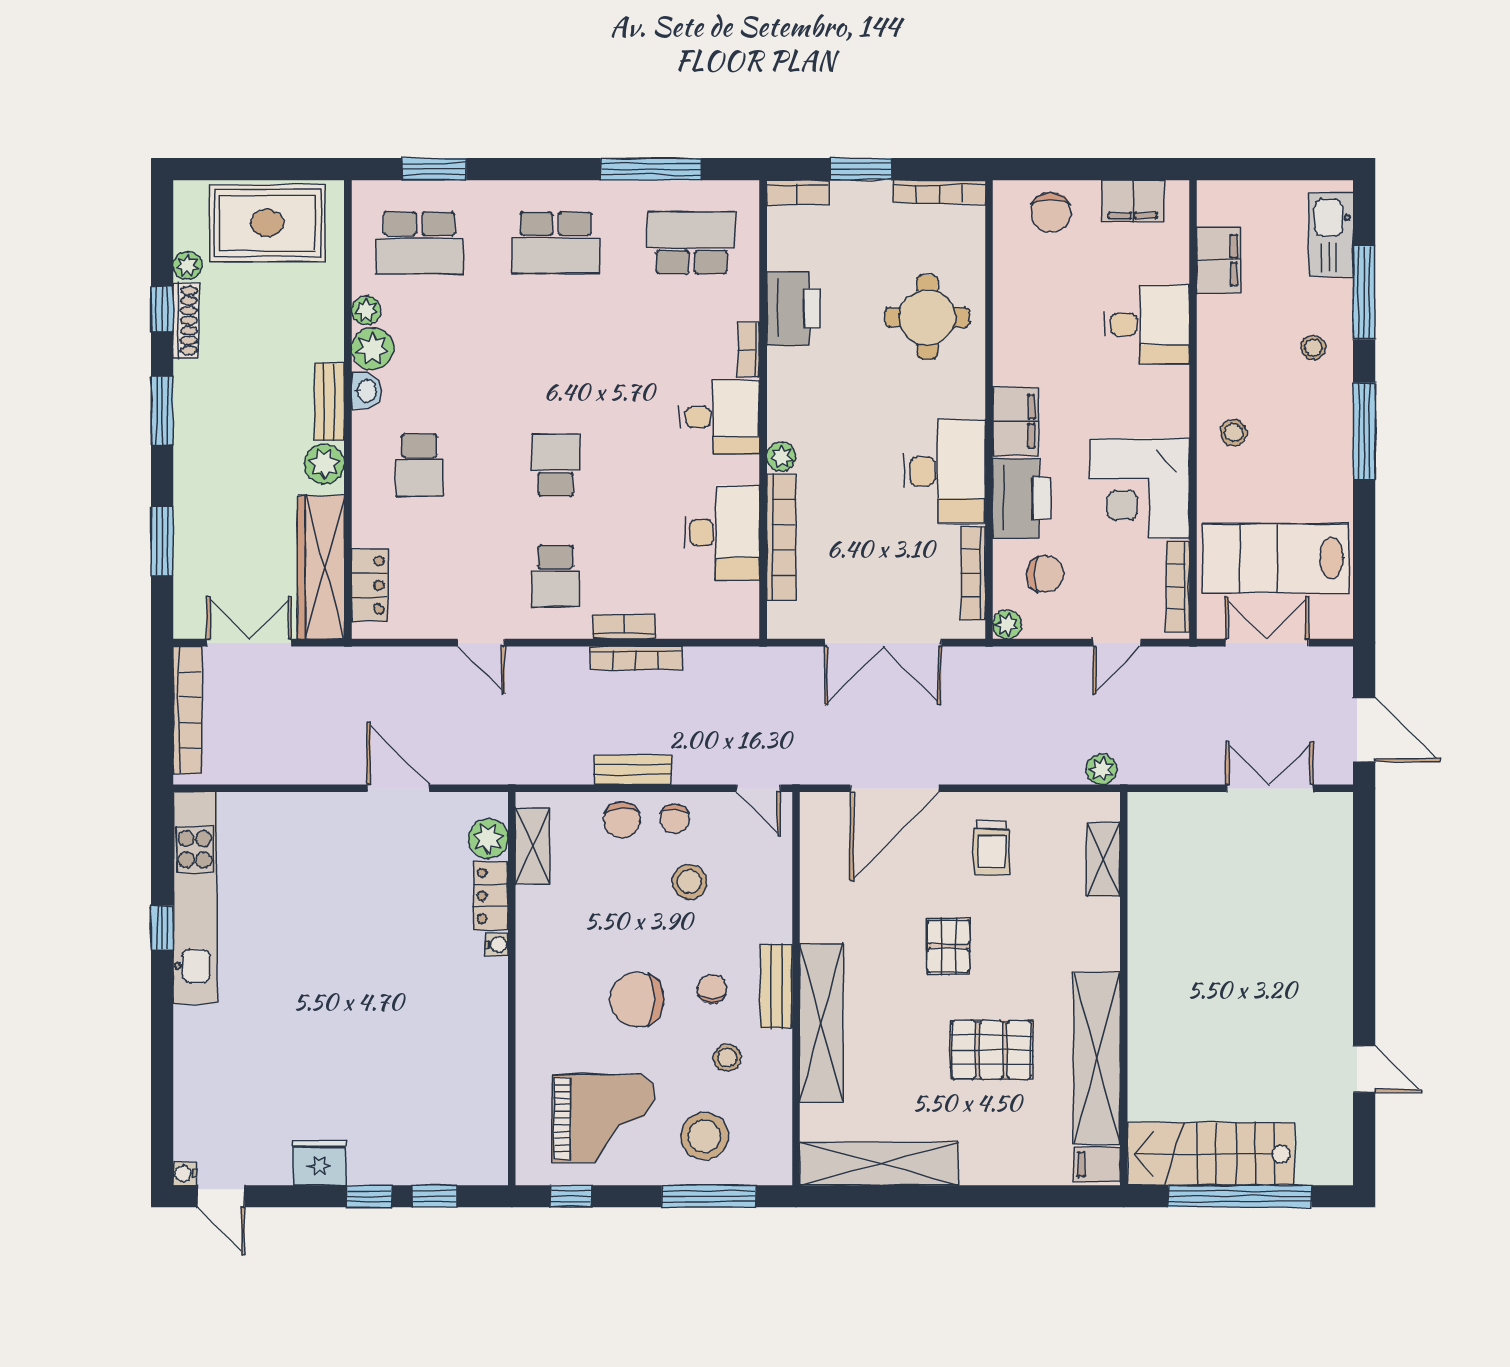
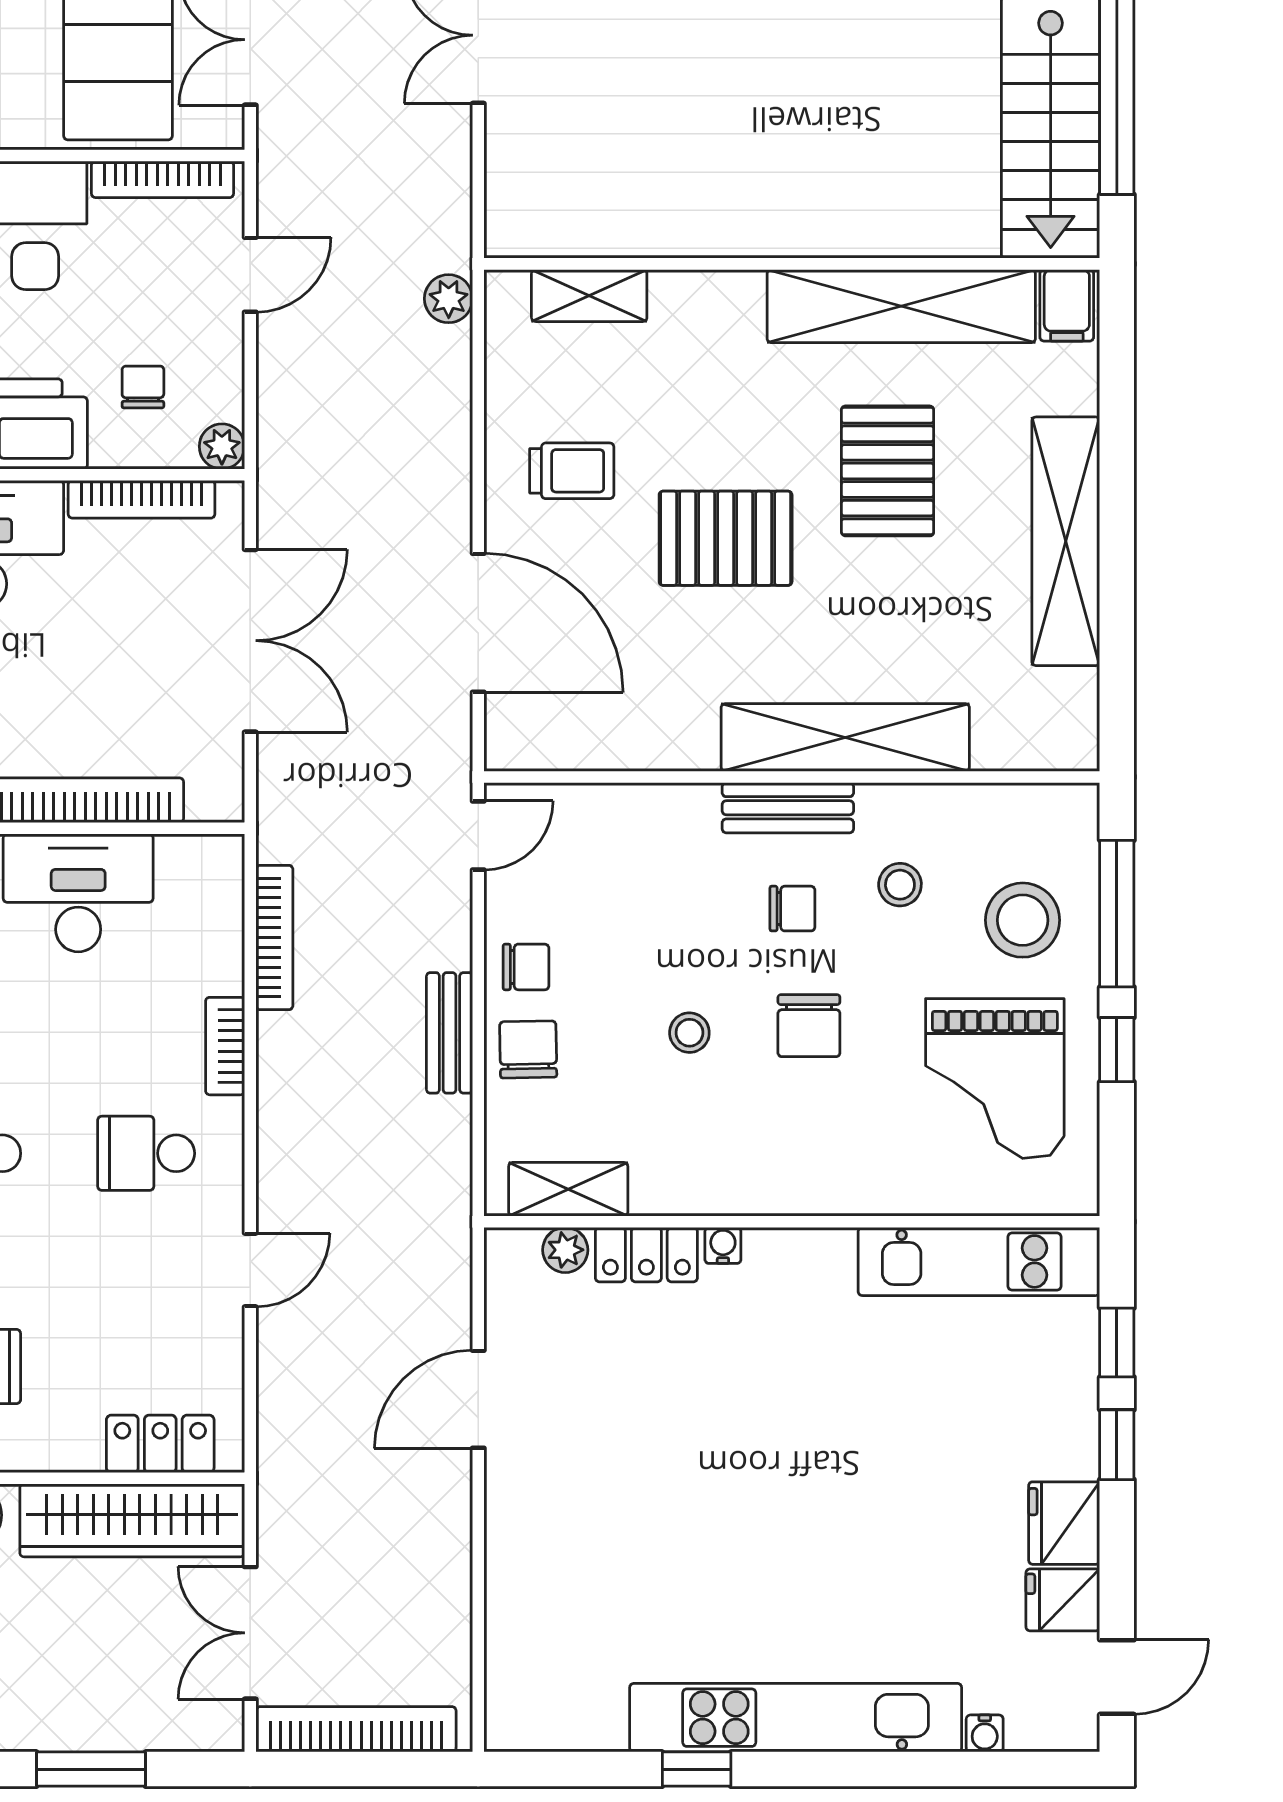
chair: (1045, 574) -> (143, 387), width x0.73, depth x0.73
school desk: (555, 576) -> (146, 1153), turned 180
door: (1117, 643) -> (250, 275), hinge flipped
bookcase: (636, 658) -> (274, 937), moved
chair: (622, 820) -> (528, 1049), turned -91
plant: (488, 838) -> (565, 1250), width x0.73, depth x0.73
stool: (689, 882) -> (689, 1033), moved, width x0.73, depth x0.73
kitchen unit: (195, 898) -> (796, 1718), moved
pallet: (948, 946) -> (726, 538), width x1.50, depth x1.42
chair: (712, 989) -> (792, 909), turned 180
chair: (637, 1000) -> (809, 1026), width x0.73, depth x0.73
kitchen unit: (486, 1108) -> (979, 1261), added
grand piano: (603, 1118) -> (995, 1079), turned 180
fridge: (270, 1162) -> (1063, 1600), added
shelving: (879, 1164) -> (1066, 541), moved
water cooler: (185, 1174) -> (985, 1733), moved
window: (571, 1196) -> (1117, 1050), moved

